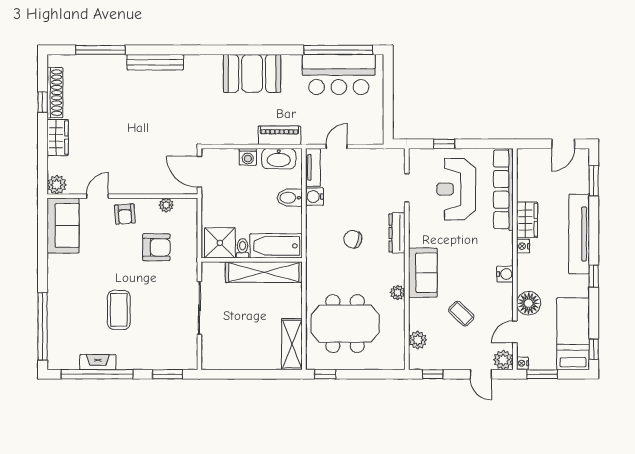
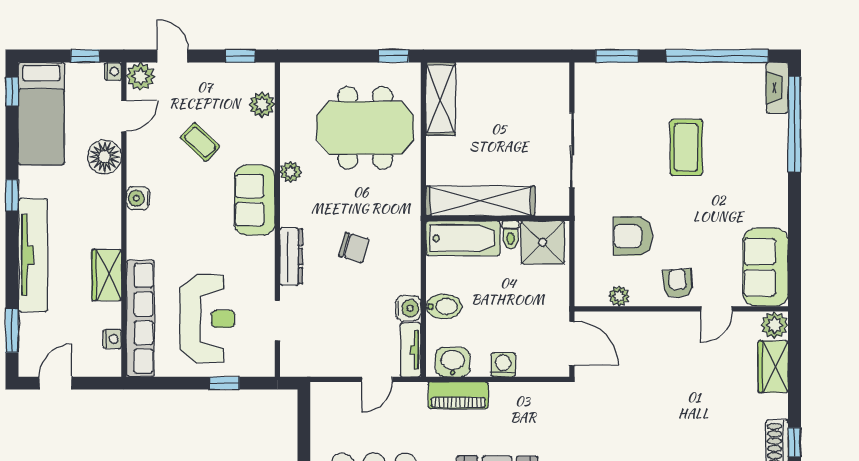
wardrobe: (58, 138) -> (773, 367), moved
washbasin: (279, 159) -> (453, 362), width x0.72
nightstand: (523, 246) -> (112, 339), moved
fireplace: (98, 362) -> (777, 88), moved, turned 90
window: (542, 374) -> (85, 56), width x0.67

